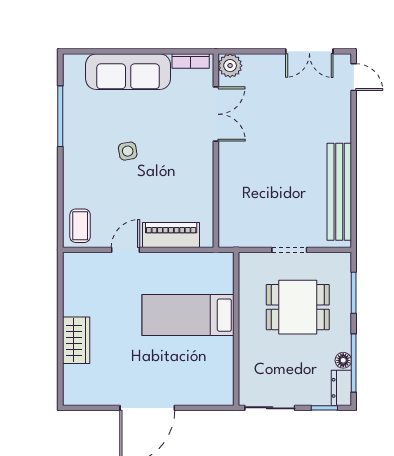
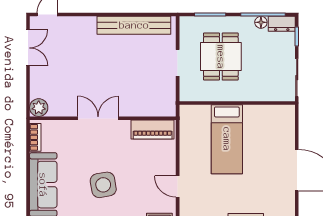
double door: (216, 114) -> (98, 118), moved
side table: (128, 151) -> (103, 185), width x1.87, depth x1.87
piano: (171, 235) -> (153, 130), moved, turned -90

